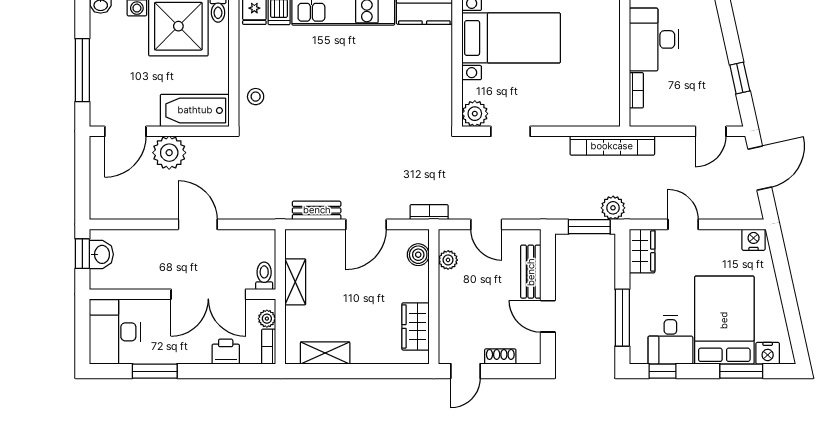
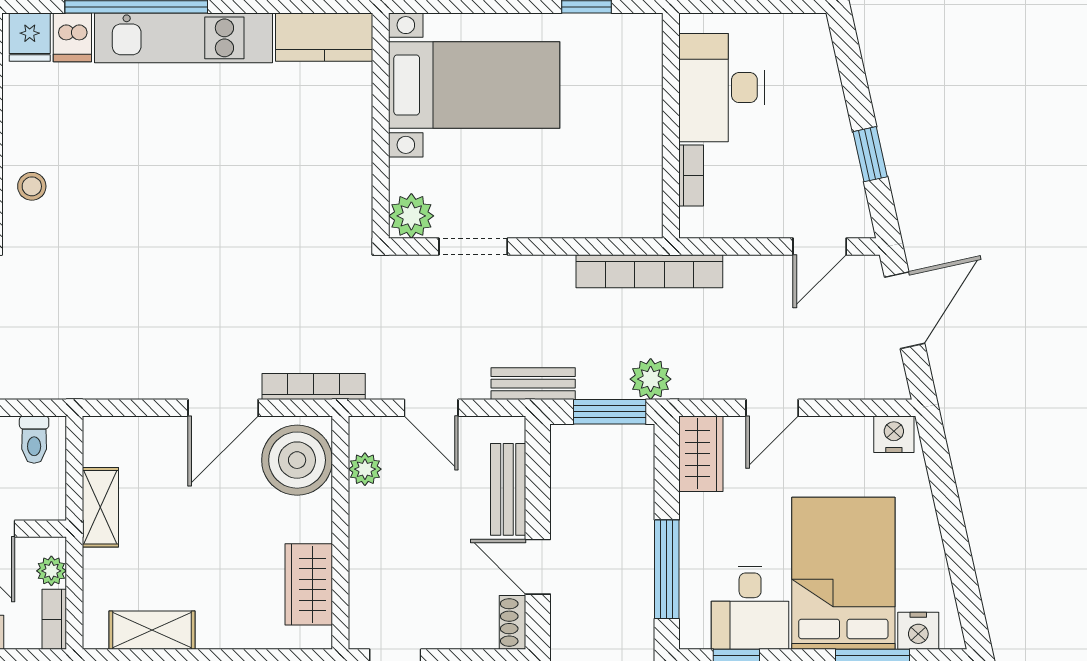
bench: (317, 210) -> (533, 384), moved
bookcase: (429, 212) -> (314, 386), width x1.56
door: (683, 224) -> (772, 408), swing flipped
boiler: (418, 255) -> (297, 460), width x1.86, depth x1.86
toilet: (264, 276) -> (34, 440), moved, turned 180
shoe rack: (500, 356) -> (513, 622), moved, turned -90

